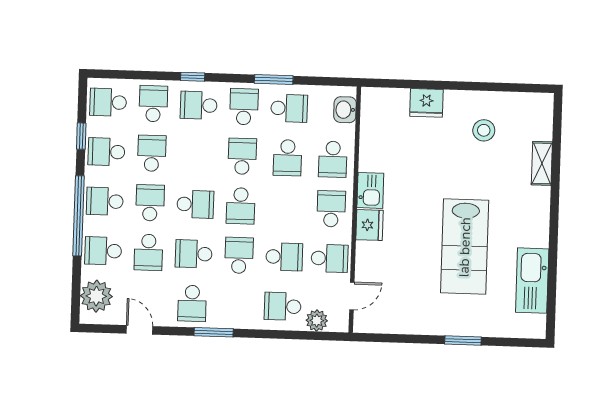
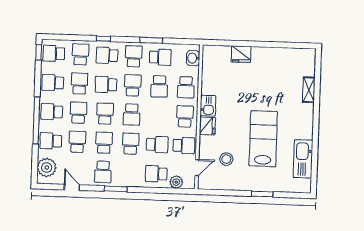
stool: (484, 130) -> (226, 159), moved
window: (81, 136) -> (39, 52), moved
school desk: (197, 155) -> (106, 84), added
school desk: (195, 204) -> (105, 114), turned -90
lab bench: (465, 247) -> (263, 139), turned 180
school desk: (148, 252) -> (77, 142), turned 180
school desk: (194, 254) -> (104, 143), turned 90

